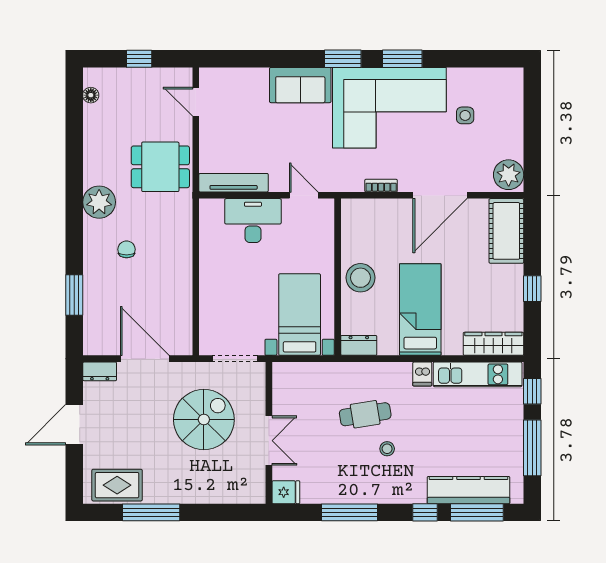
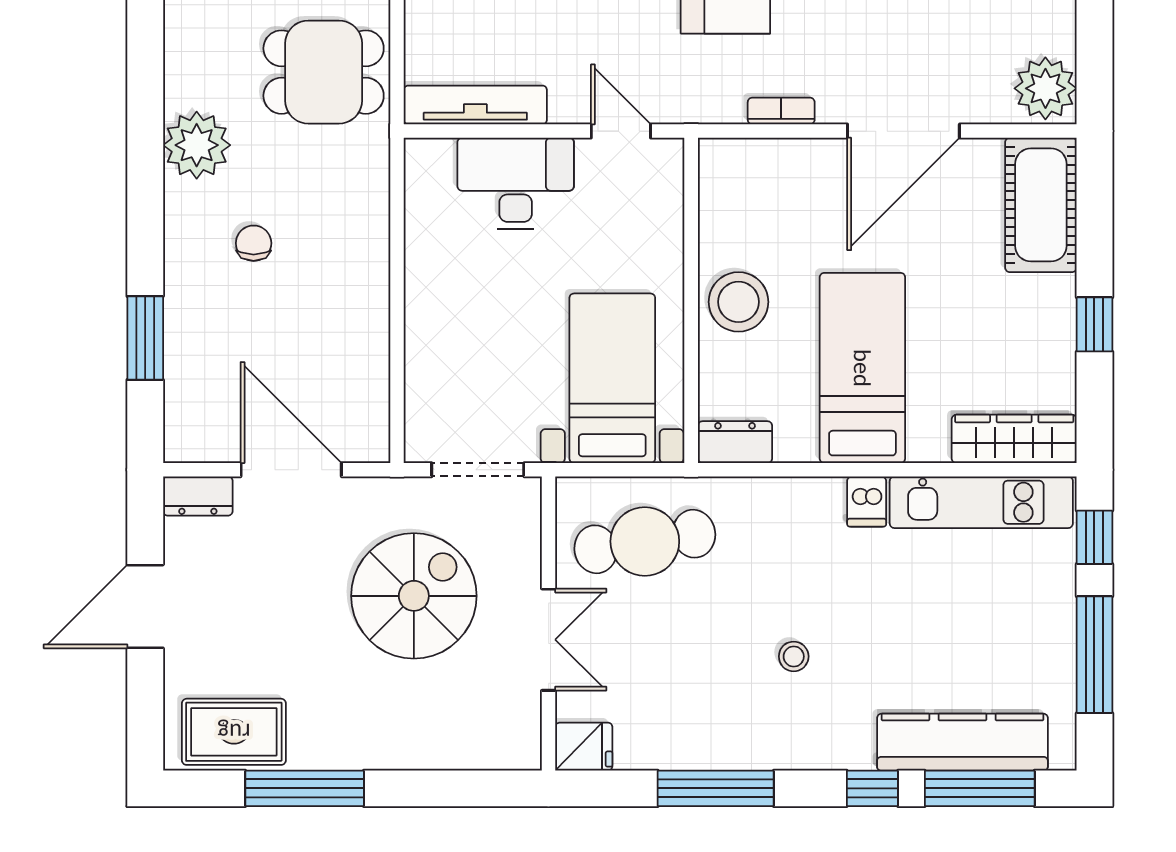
cafe table: (365, 414) -> (645, 541), moved, width x1.37, depth x1.35

